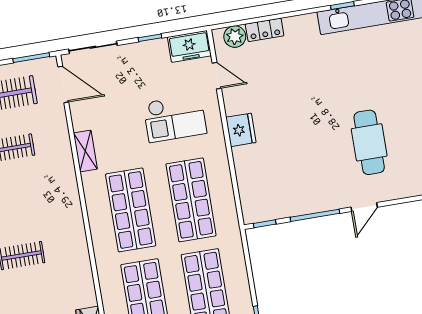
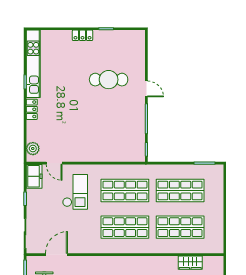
locker: (265, 30) -> (32, 109), moved
door: (217, 76) -> (54, 163), swing flipped
door: (63, 84) -> (56, 255), moved
fridge: (241, 130) -> (89, 154), removed
shelving: (85, 151) -> (86, 248), removed

